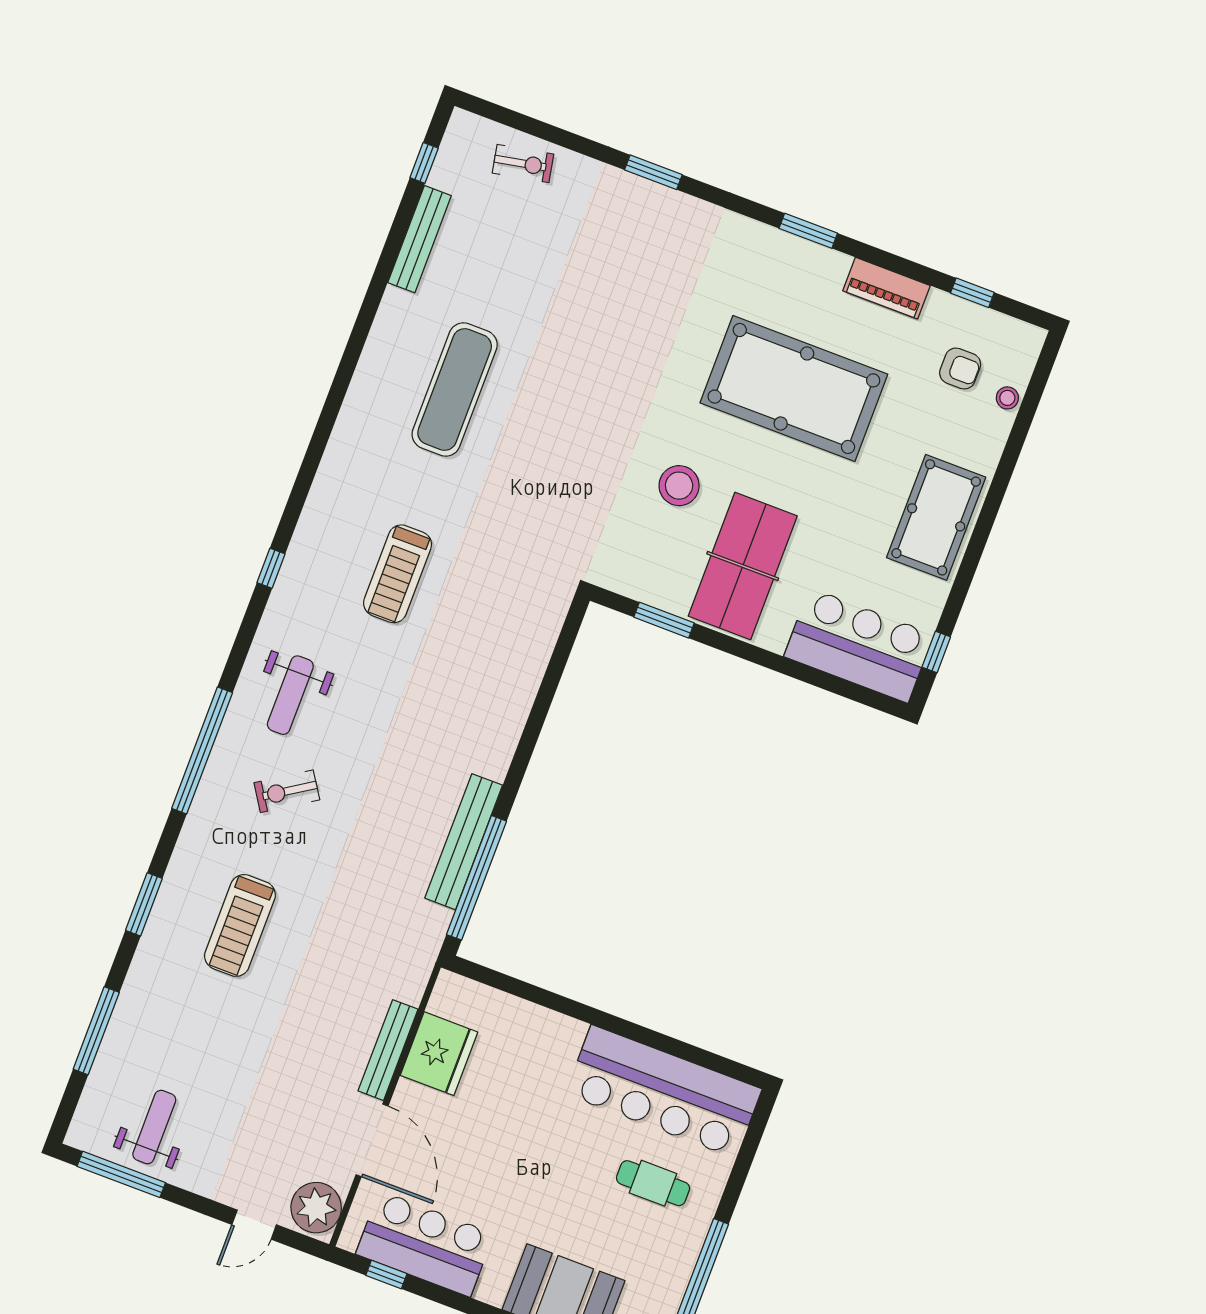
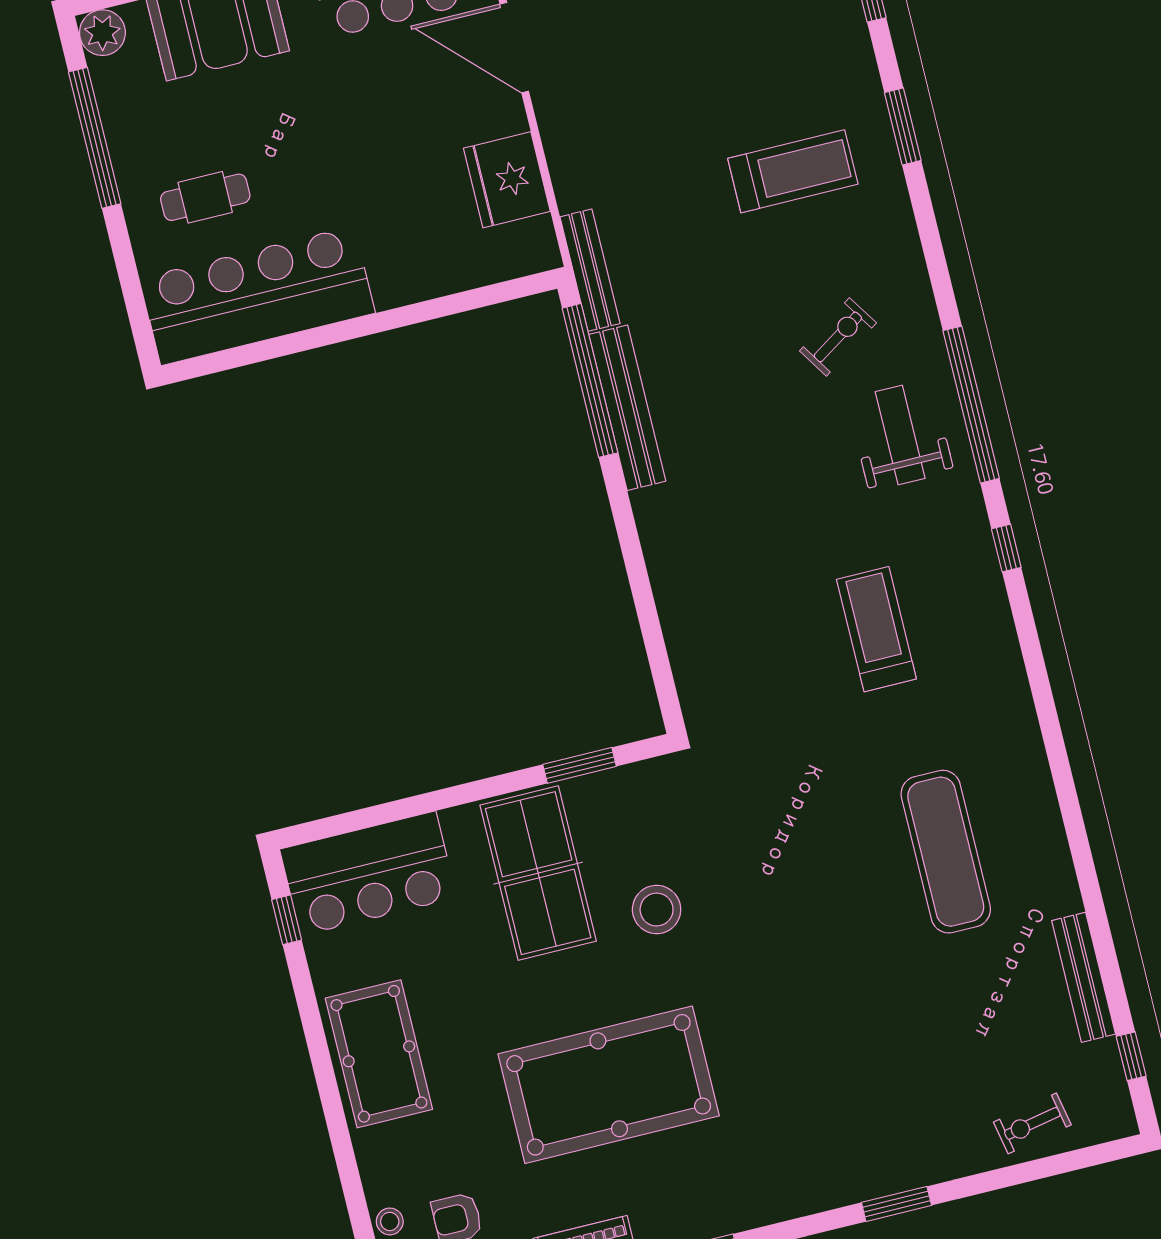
window: (202, 751) -> (971, 405), moved
treadmill: (240, 925) -> (793, 171), turned 90
bench: (388, 1050) -> (590, 270), moved

